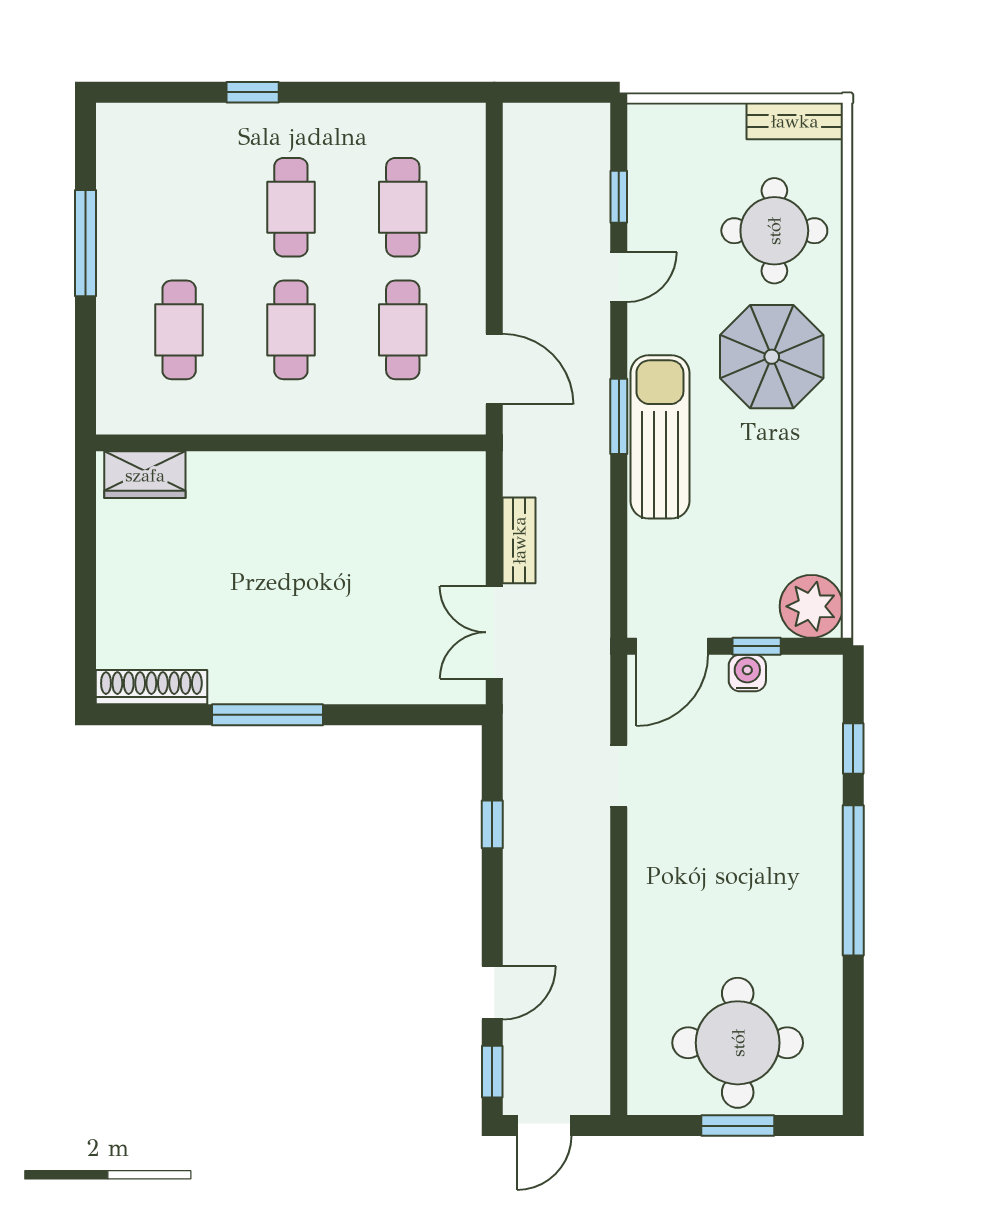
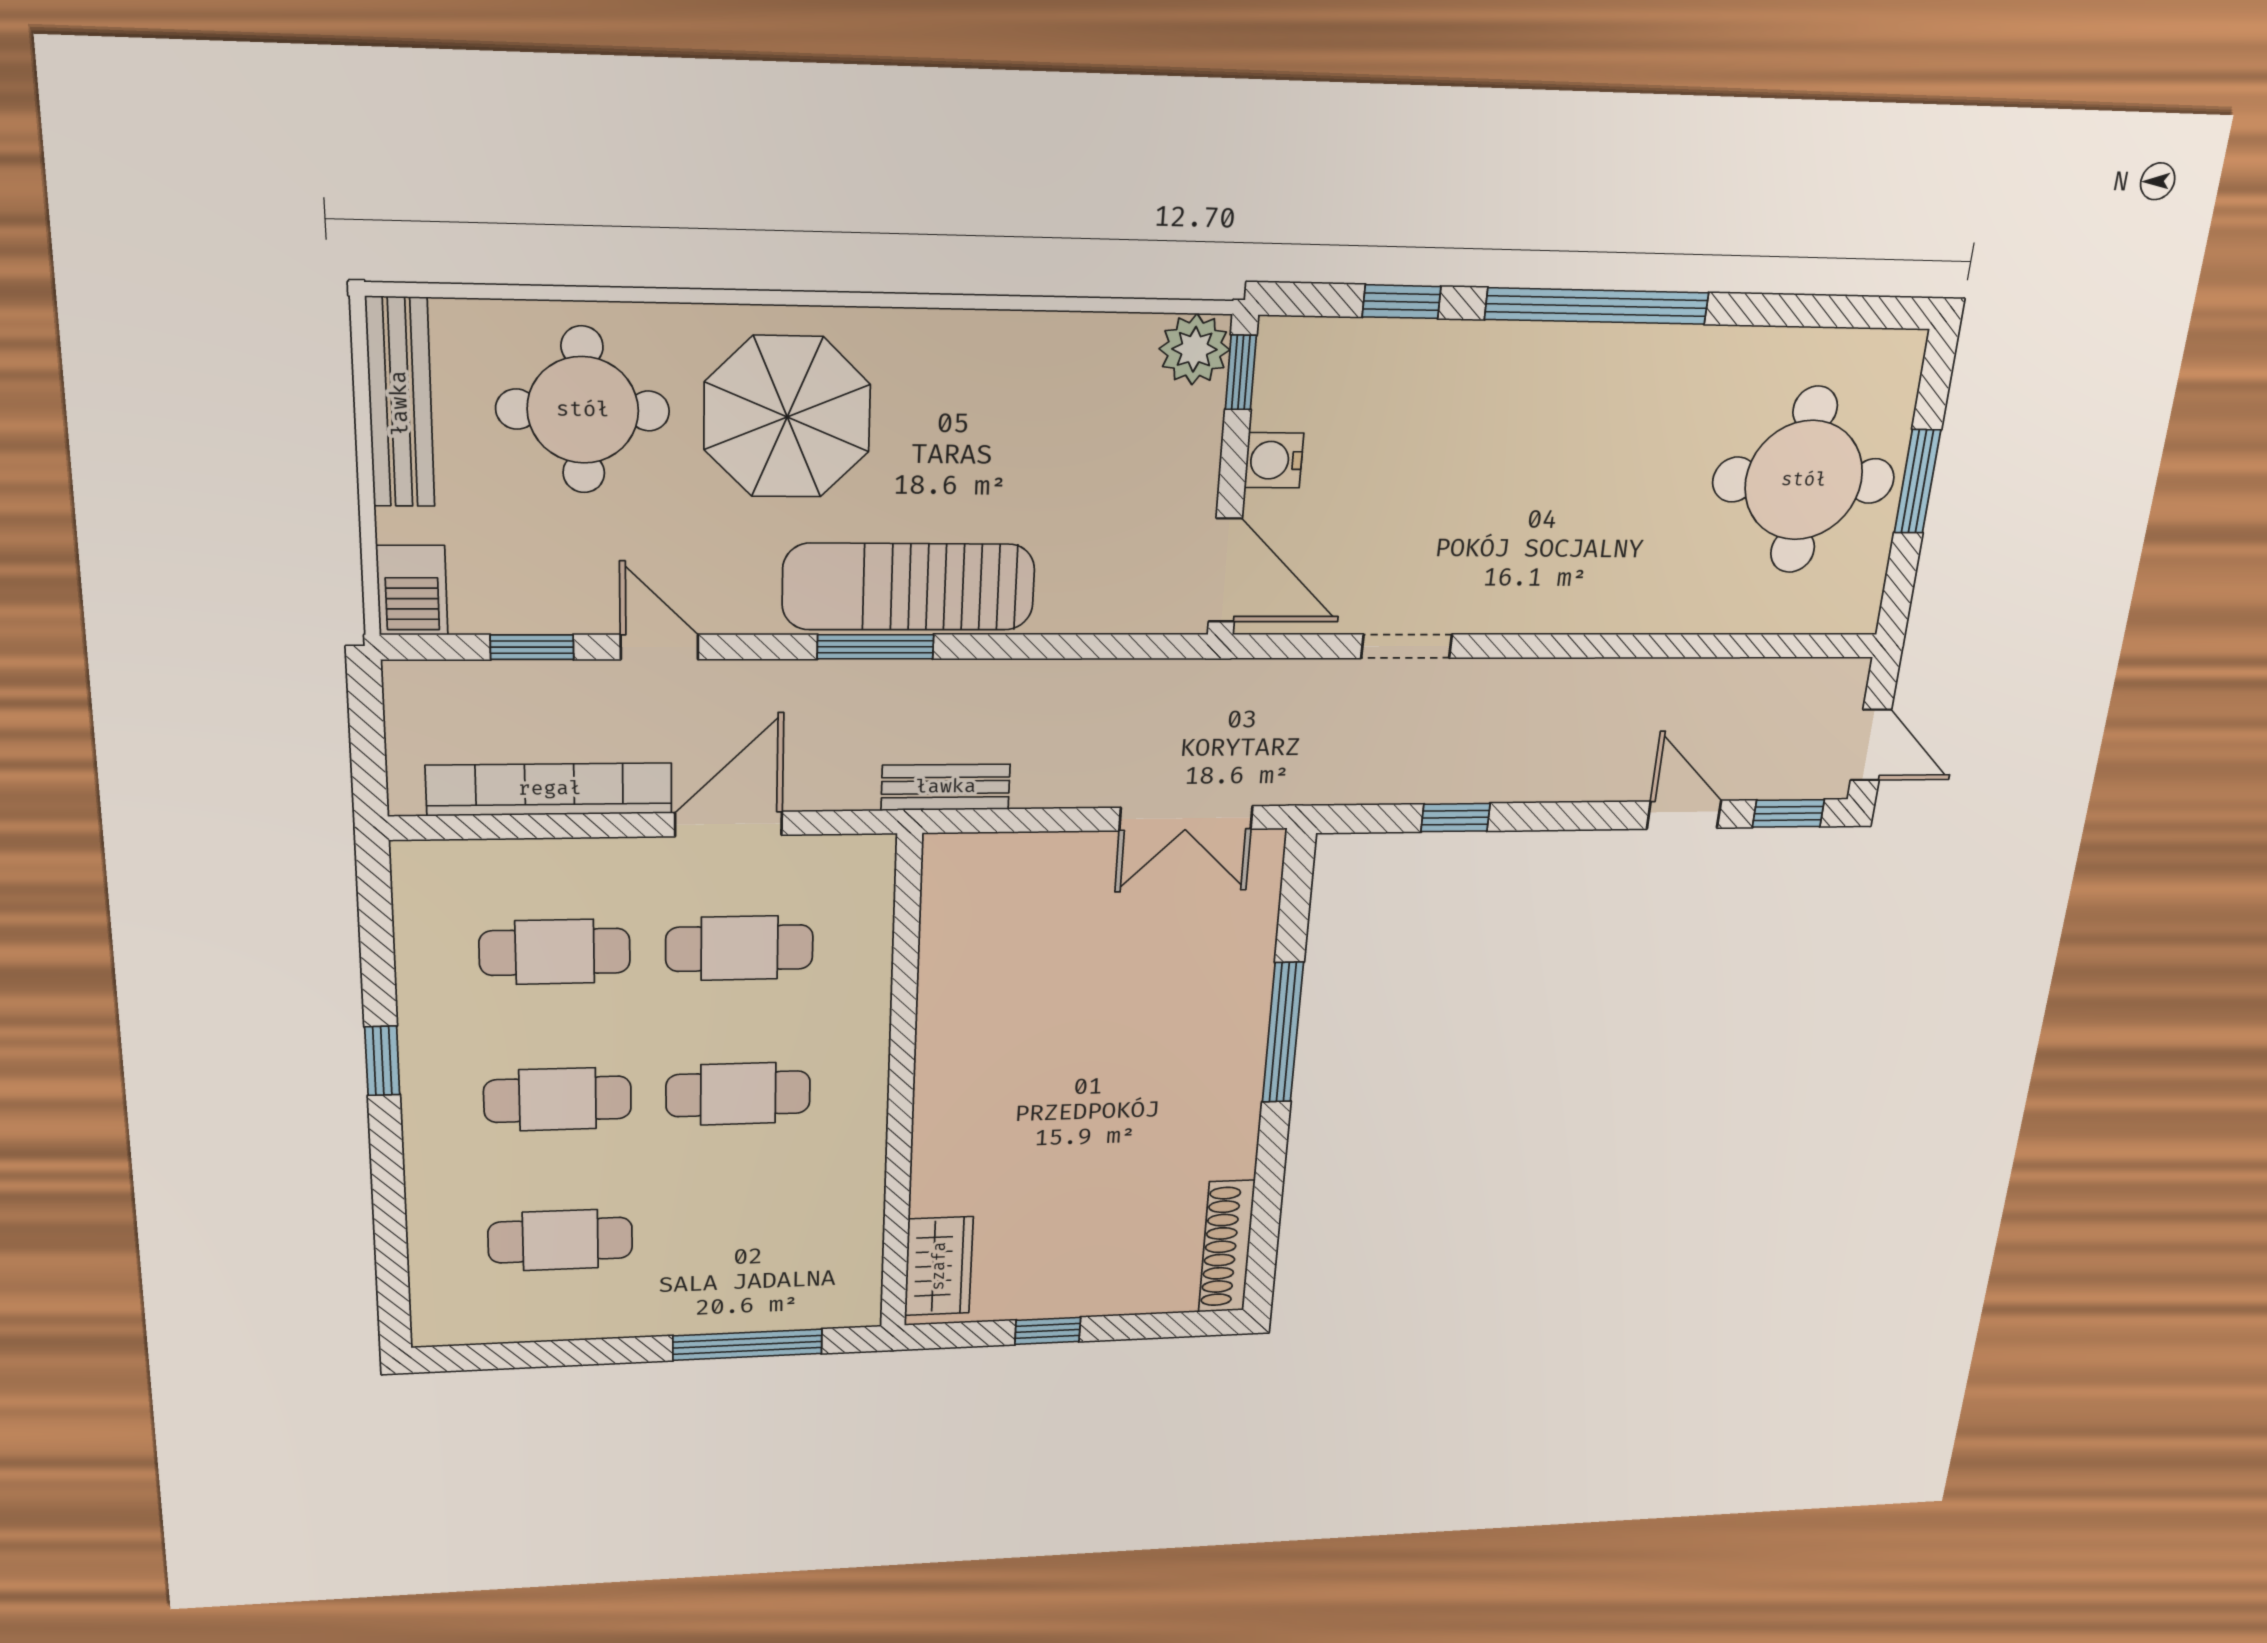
window: (253, 92) -> (382, 1061), moved
bench: (795, 121) -> (400, 403), width x1.36
barbecue: (657, 124) -> (412, 590), added
bookcase: (520, 206) -> (550, 789), added
window: (85, 243) -> (748, 1345), moved
cafe table: (179, 330) -> (560, 1240), moved
door: (494, 369) -> (729, 824), moved
bench: (519, 540) -> (946, 787), moved
window: (85, 557) -> (1048, 1331), added
plant: (811, 606) -> (1194, 349), width x0.73, depth x0.73
window: (757, 646) -> (1241, 372), moved
window: (267, 715) -> (1283, 1033), moved

